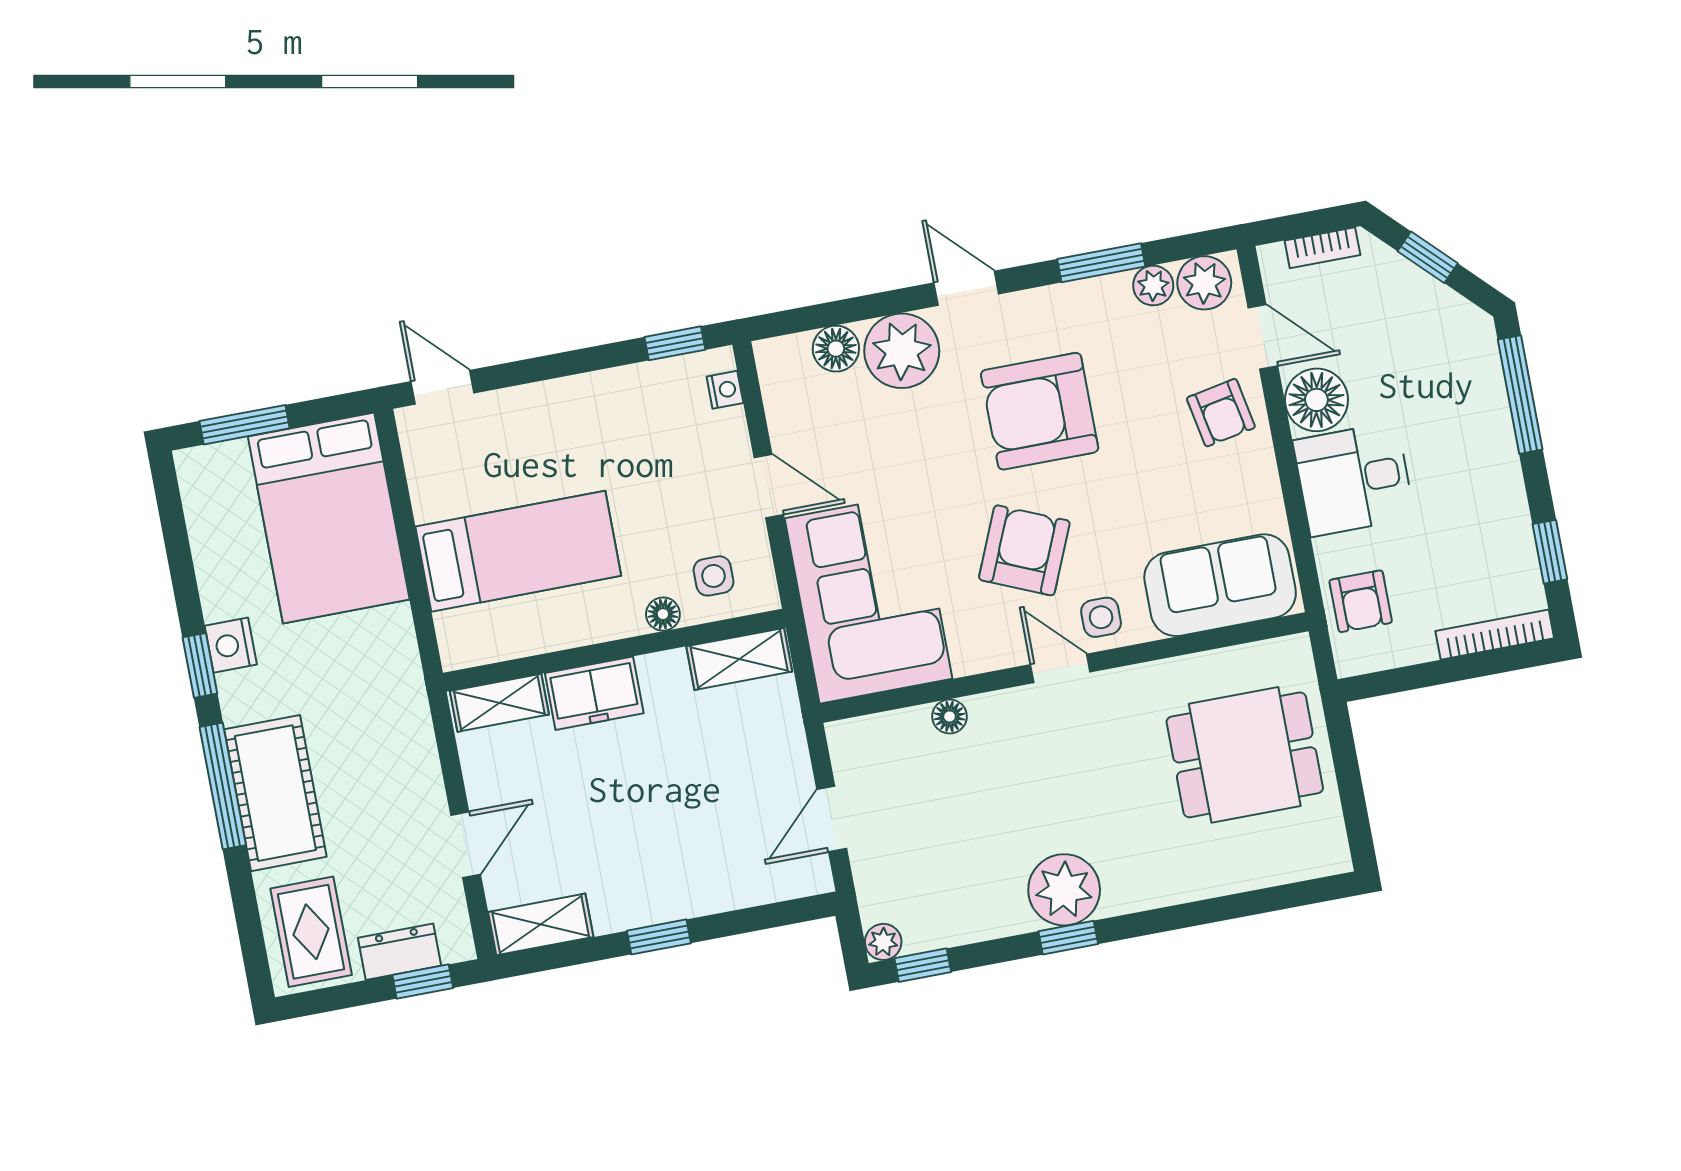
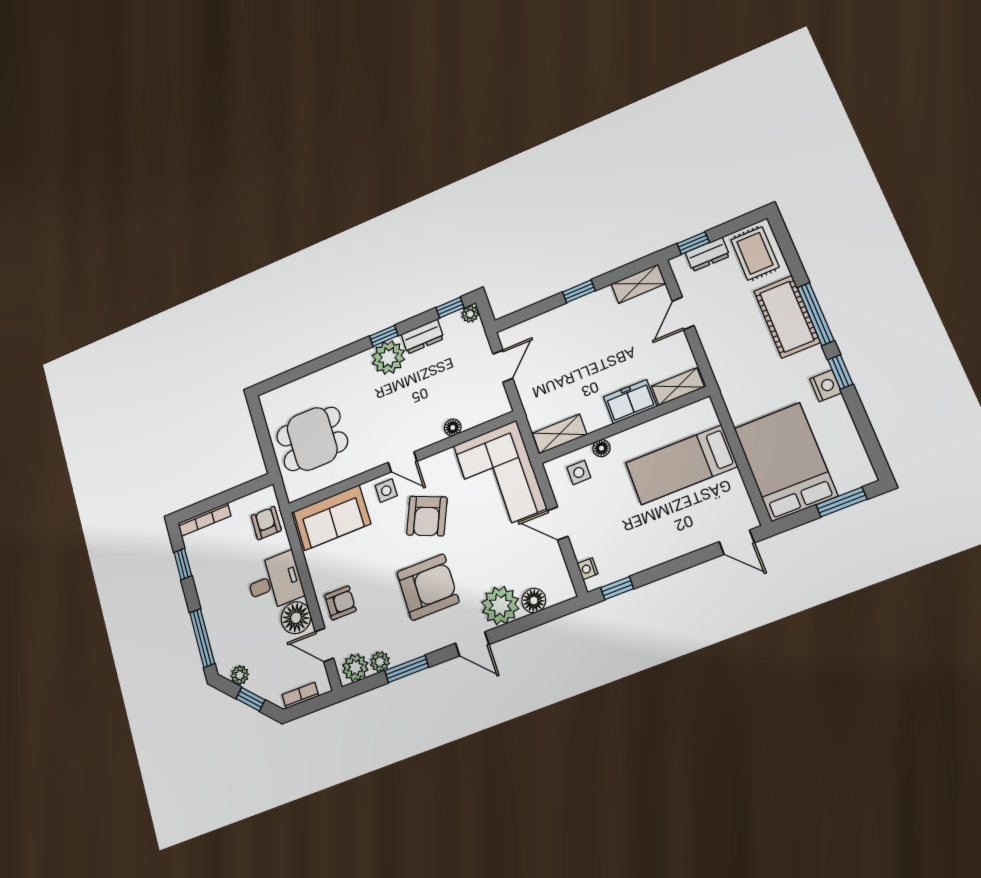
plant: (1446, 308) -> (240, 675), added
armchair: (1221, 413) -> (340, 603), turned 101
dresser: (988, 917) -> (422, 337), added

